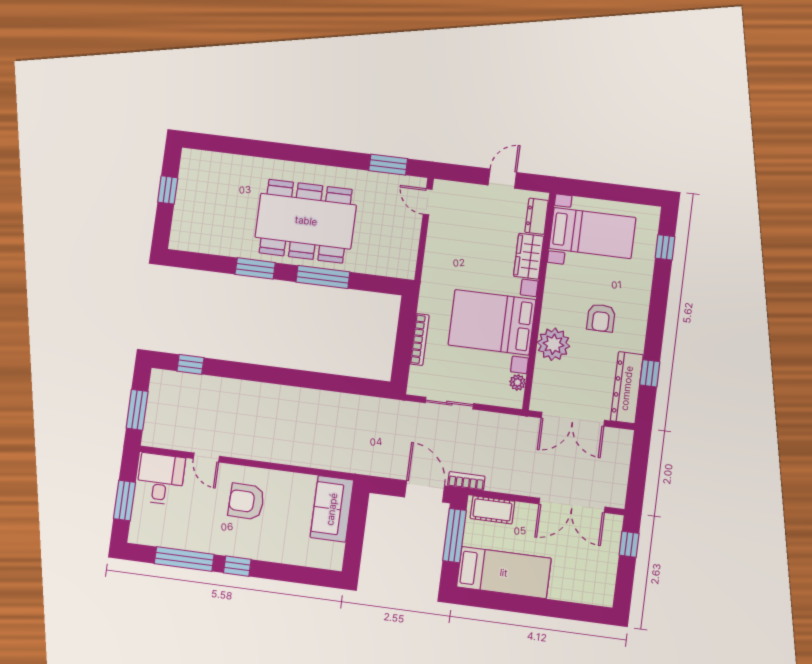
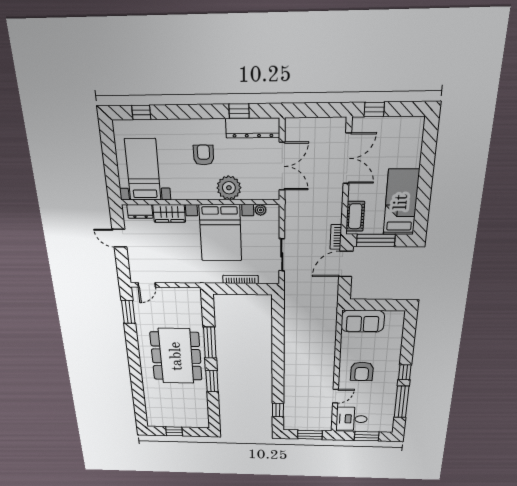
armchair: (601, 318) -> (204, 155), turned -90

